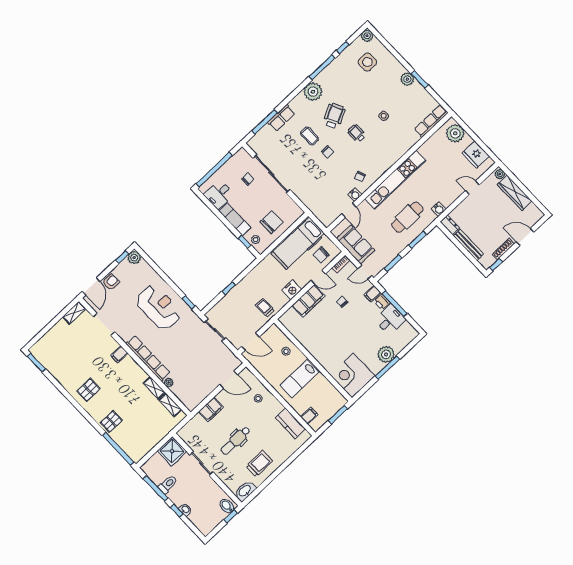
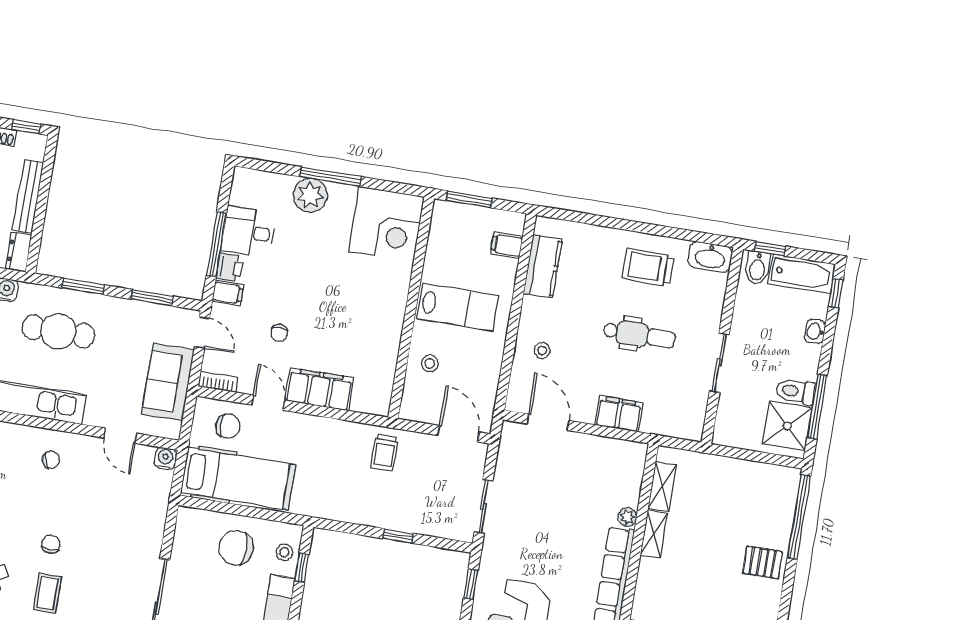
water cooler: (355, 195) -> (165, 458), moved
door: (349, 210) -> (120, 436), swing flipped
nightstand: (292, 290) -> (322, 431), removed
shower: (172, 451) -> (787, 426), moved
window: (177, 511) -> (836, 293), moved
bathtub: (211, 521) -> (802, 274), added

